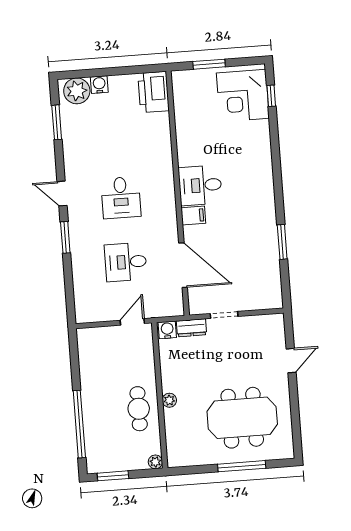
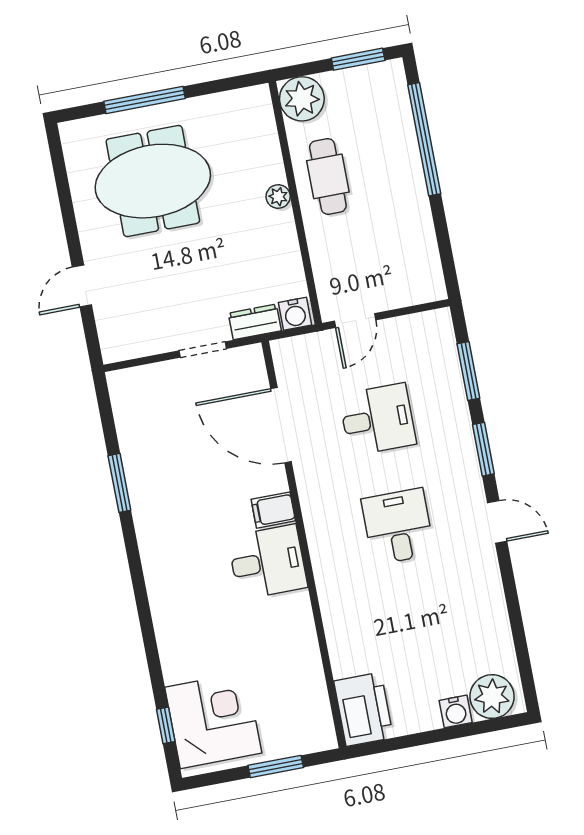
window: (57, 122) -> (468, 371), moved
plant: (155, 462) -> (302, 99), width x1.88, depth x1.88

